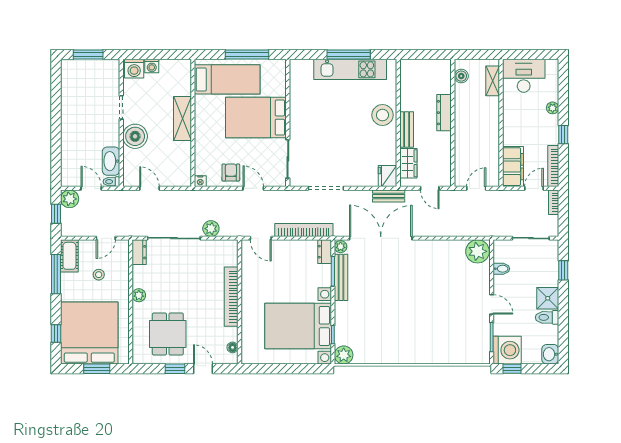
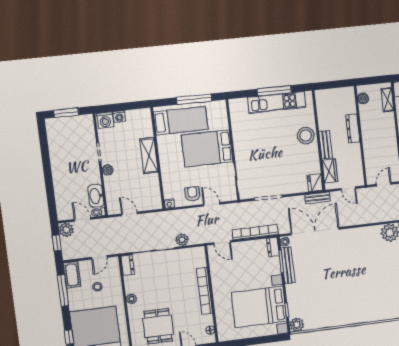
boiler: (135, 136) -> (108, 170), width x0.54, depth x0.54

